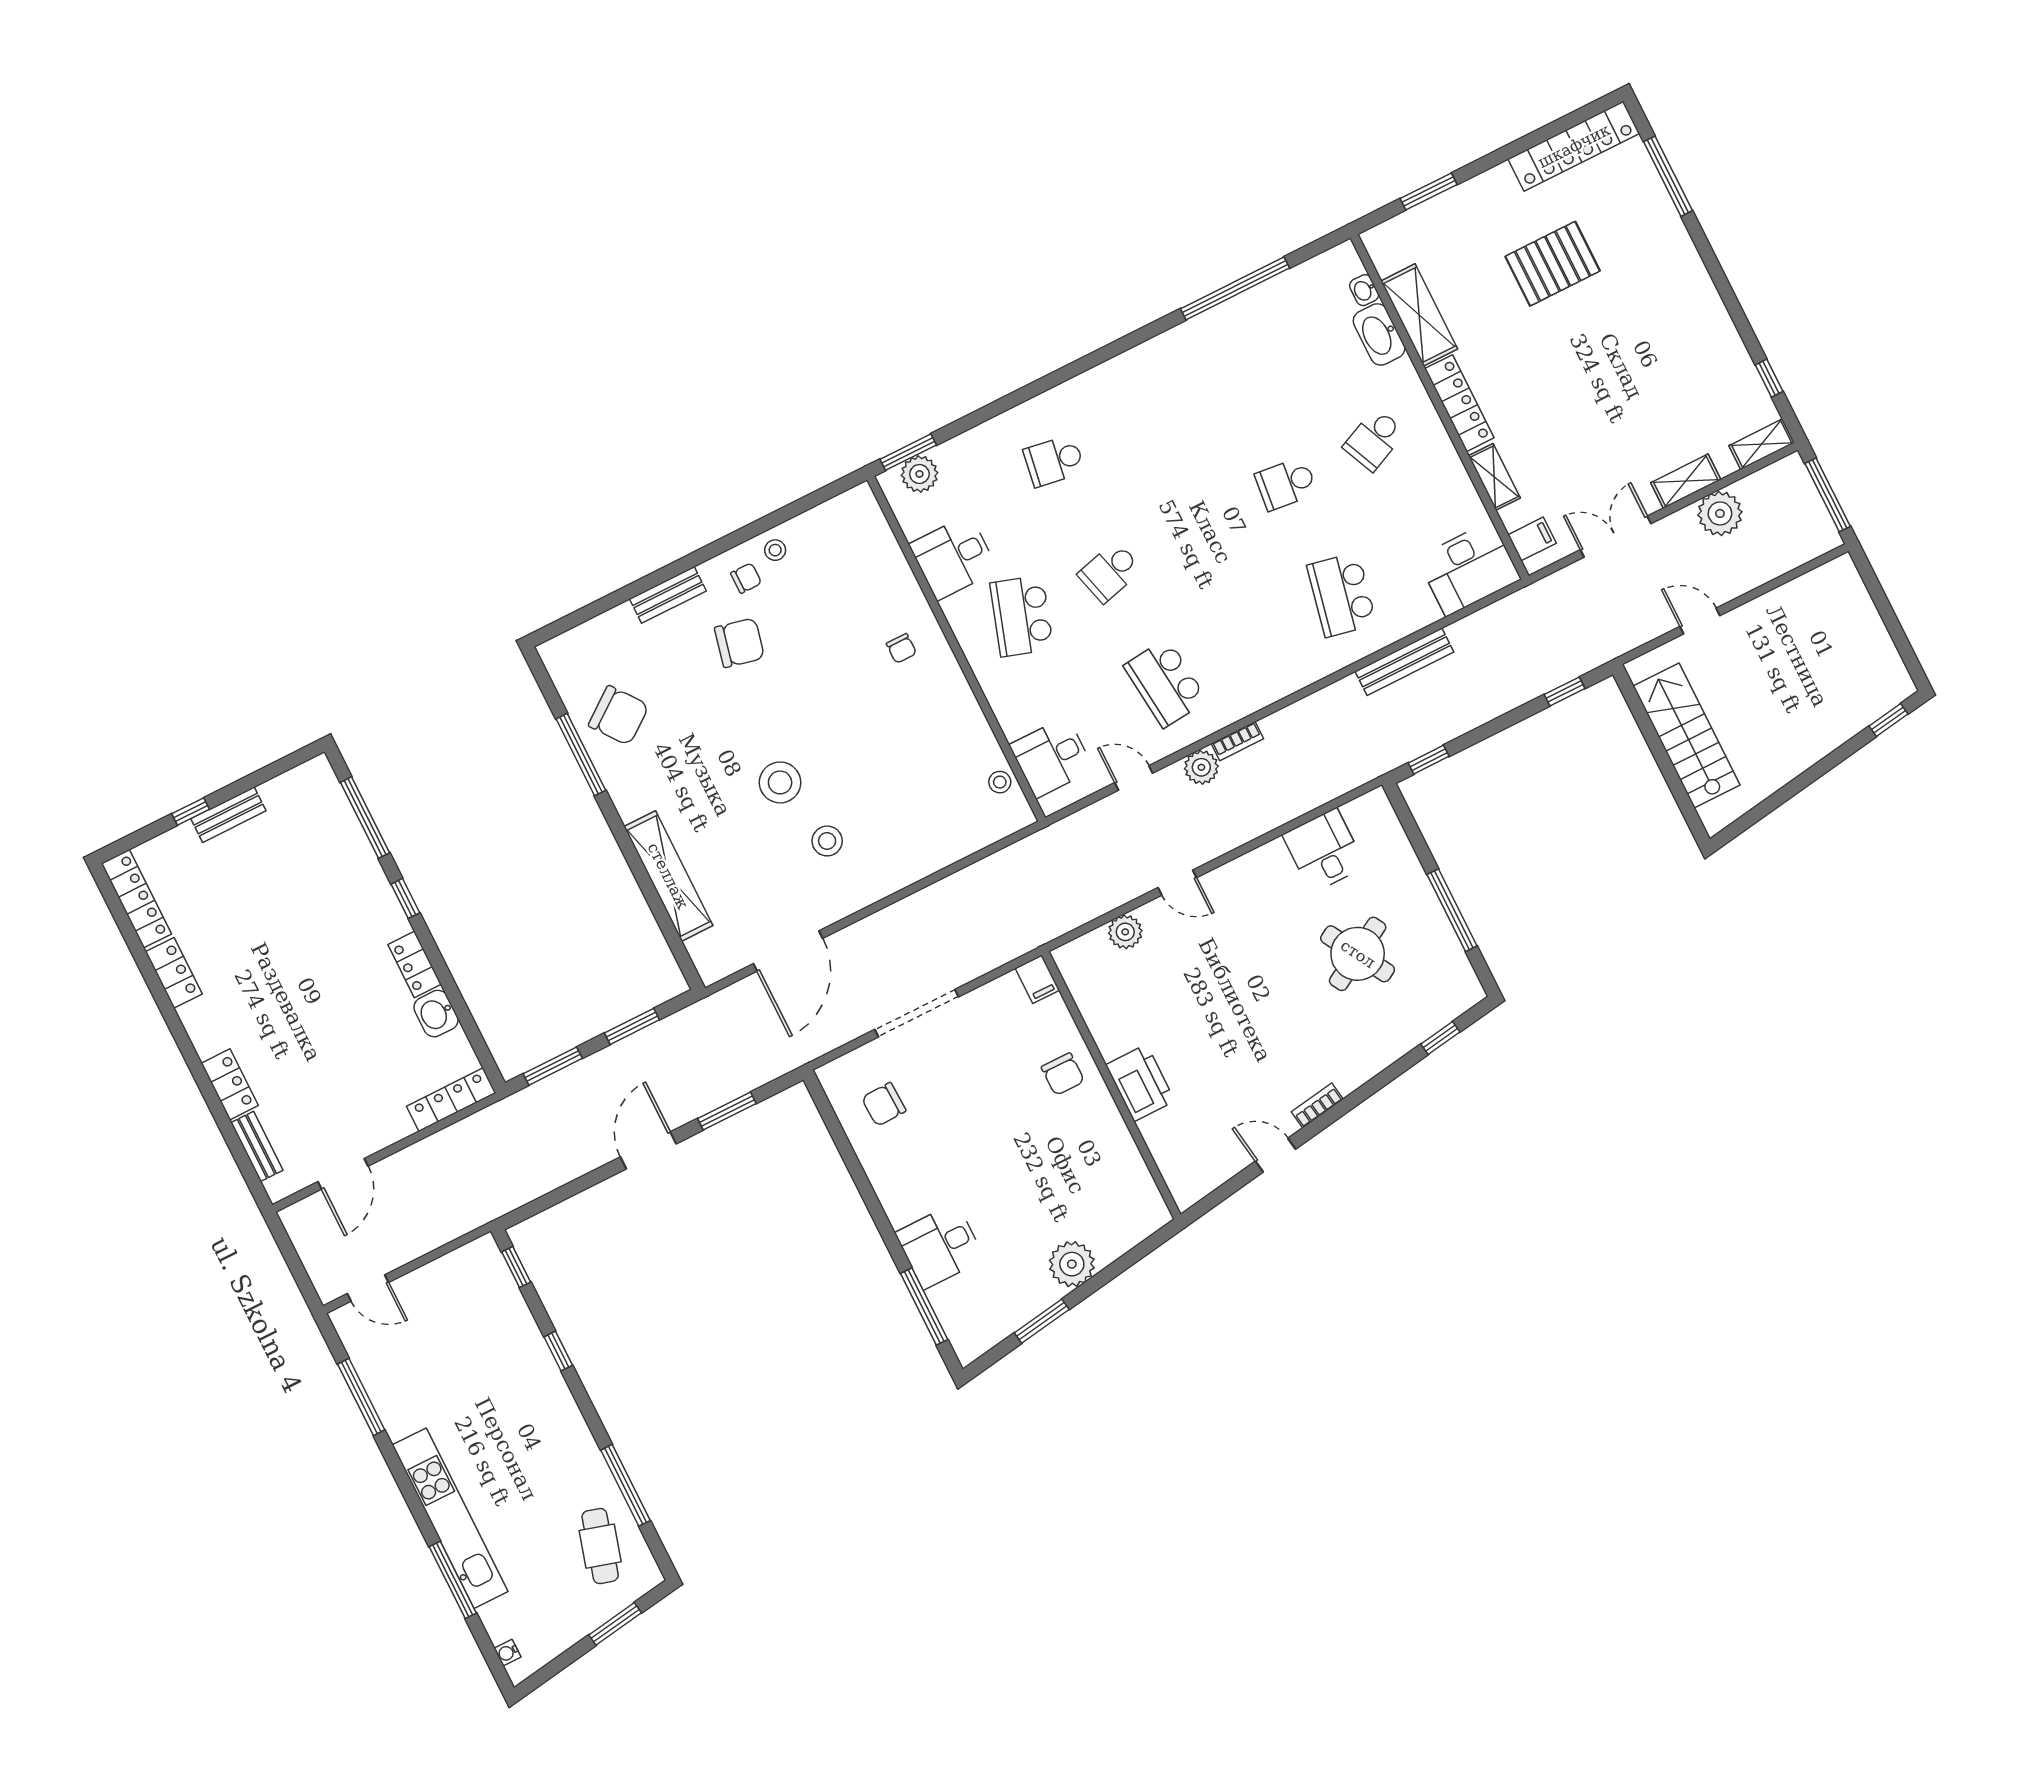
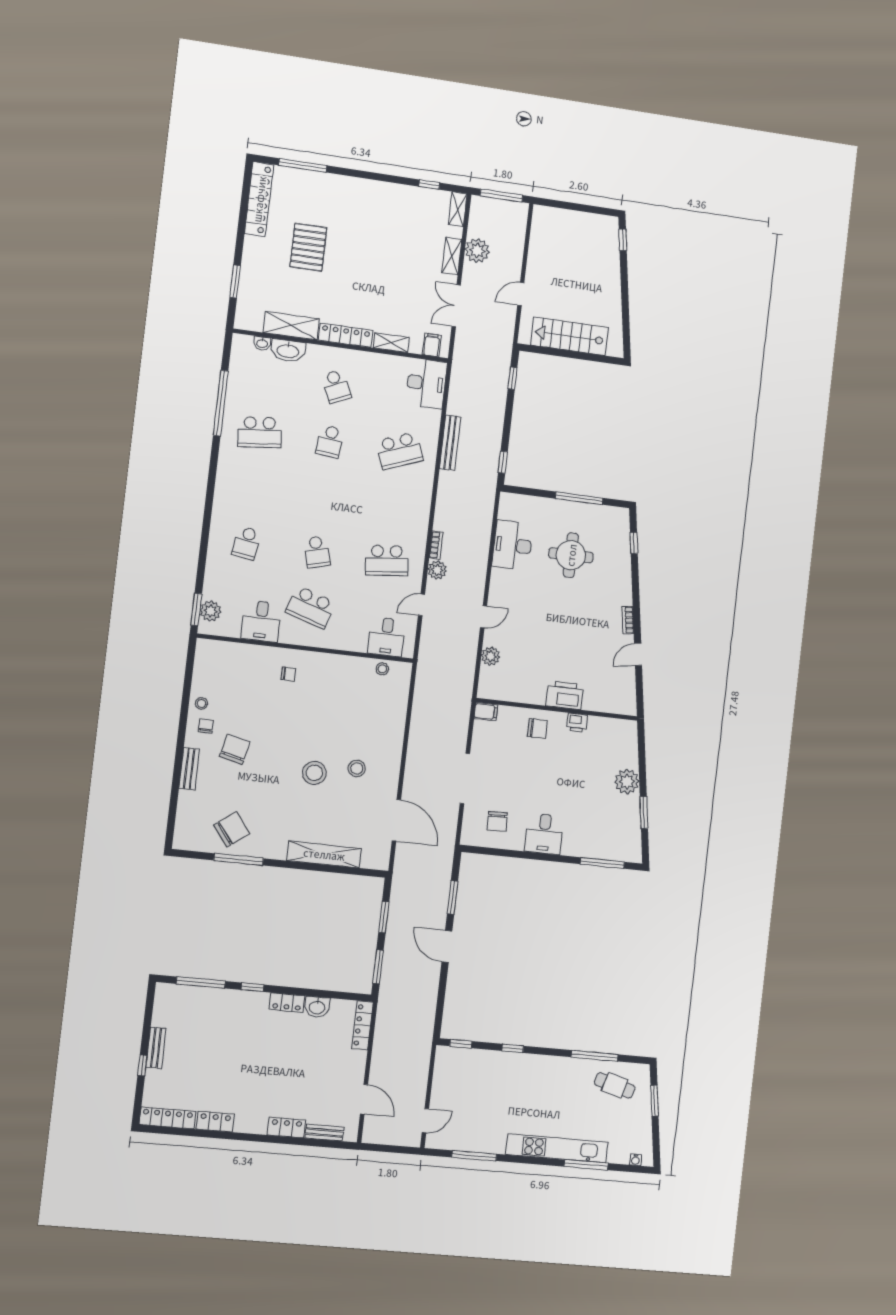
school desk: (1230, 372) -> (260, 432), added
school desk: (1342, 595) -> (400, 451), turned -33
desk: (1324, 850) -> (512, 545), width x1.37
round table: (1358, 954) -> (571, 555), turned 30
printer: (1111, 1129) -> (577, 723), added
desk: (940, 1246) -> (544, 834), moved

